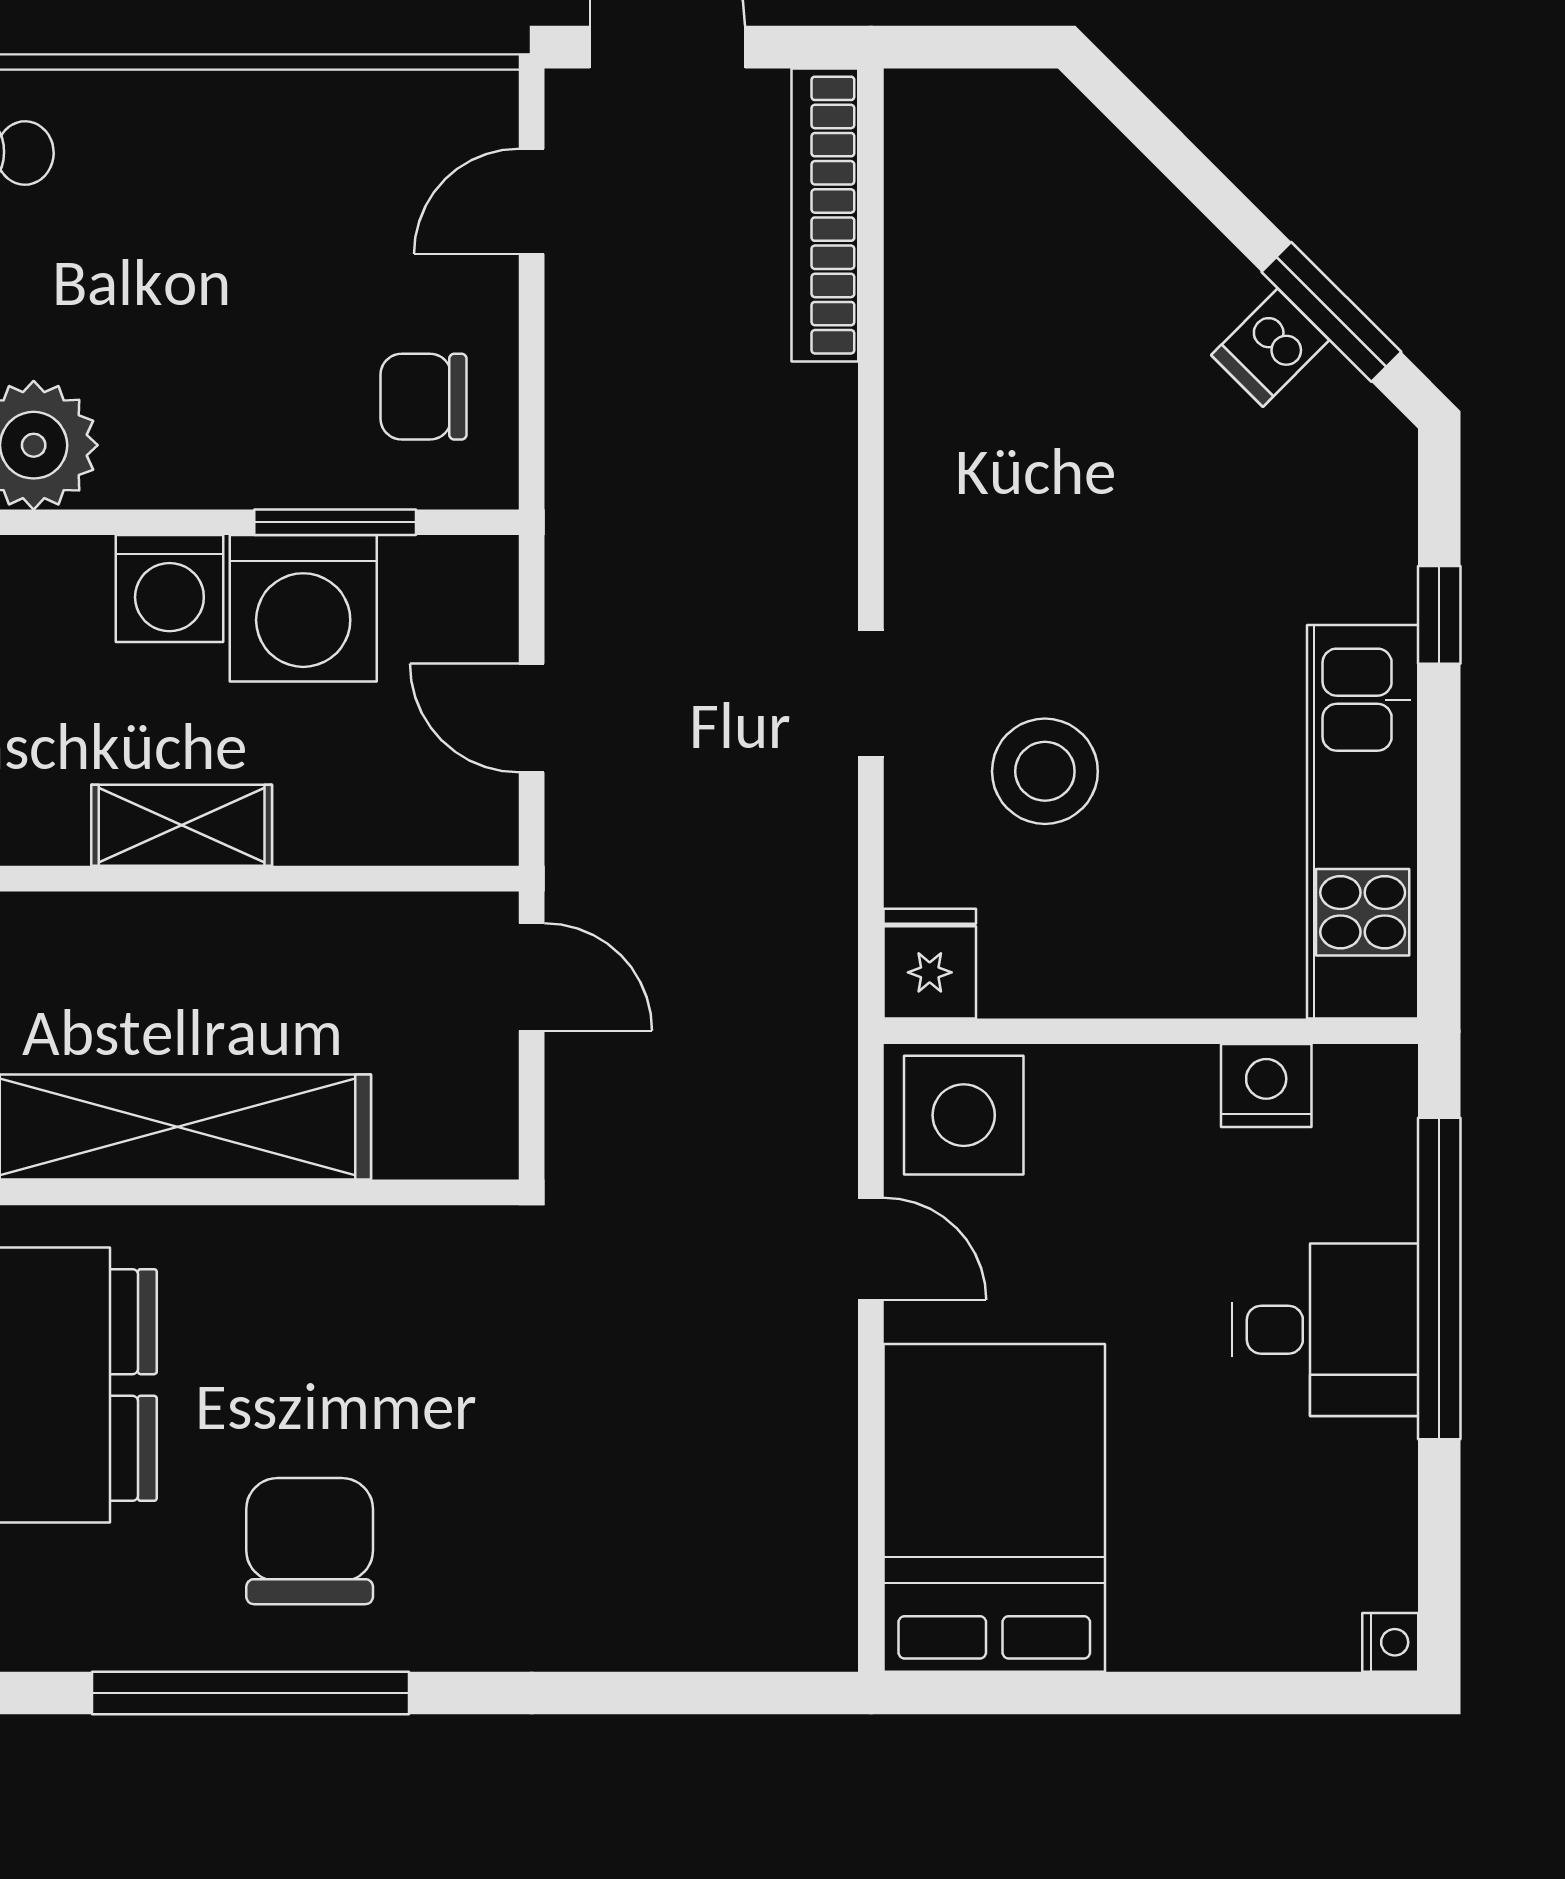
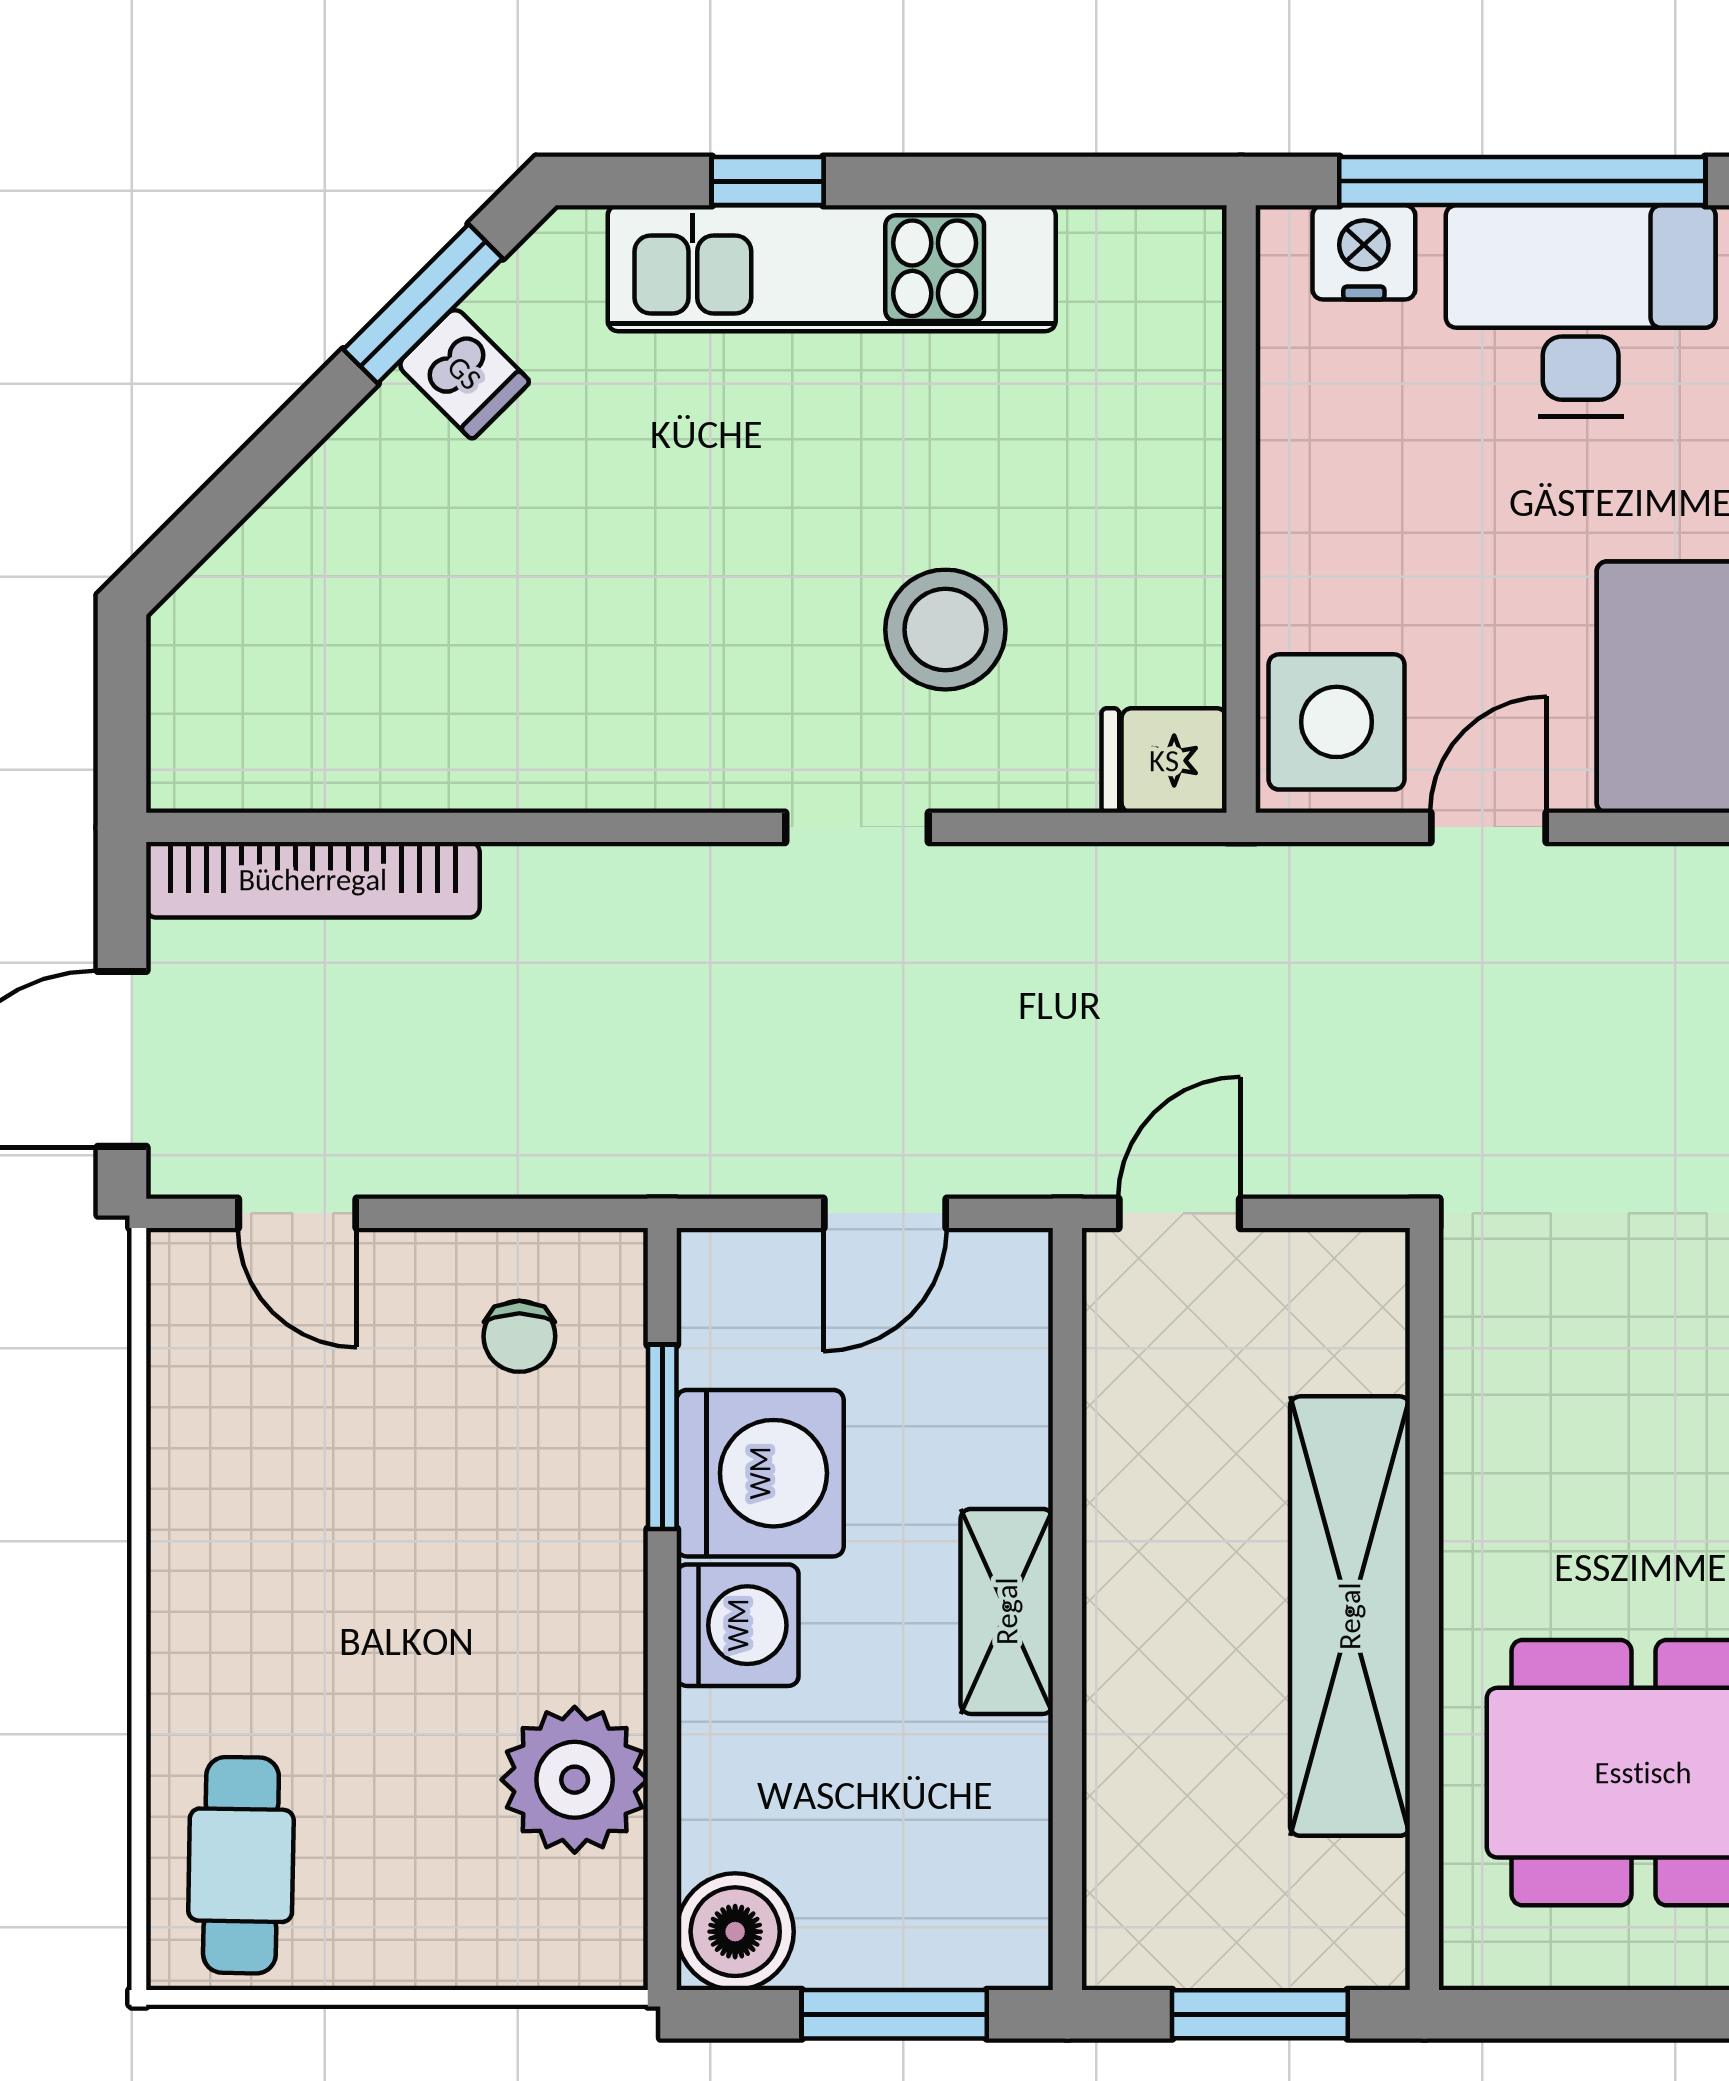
chair: (424, 397) -> (519, 1336), width x0.73, depth x0.73
kitchen unit: (1363, 822) -> (832, 268), moved
nightstand: (1266, 1085) -> (1364, 252), moved, turned 90
desk: (1325, 1330) -> (1581, 311), width x1.37

